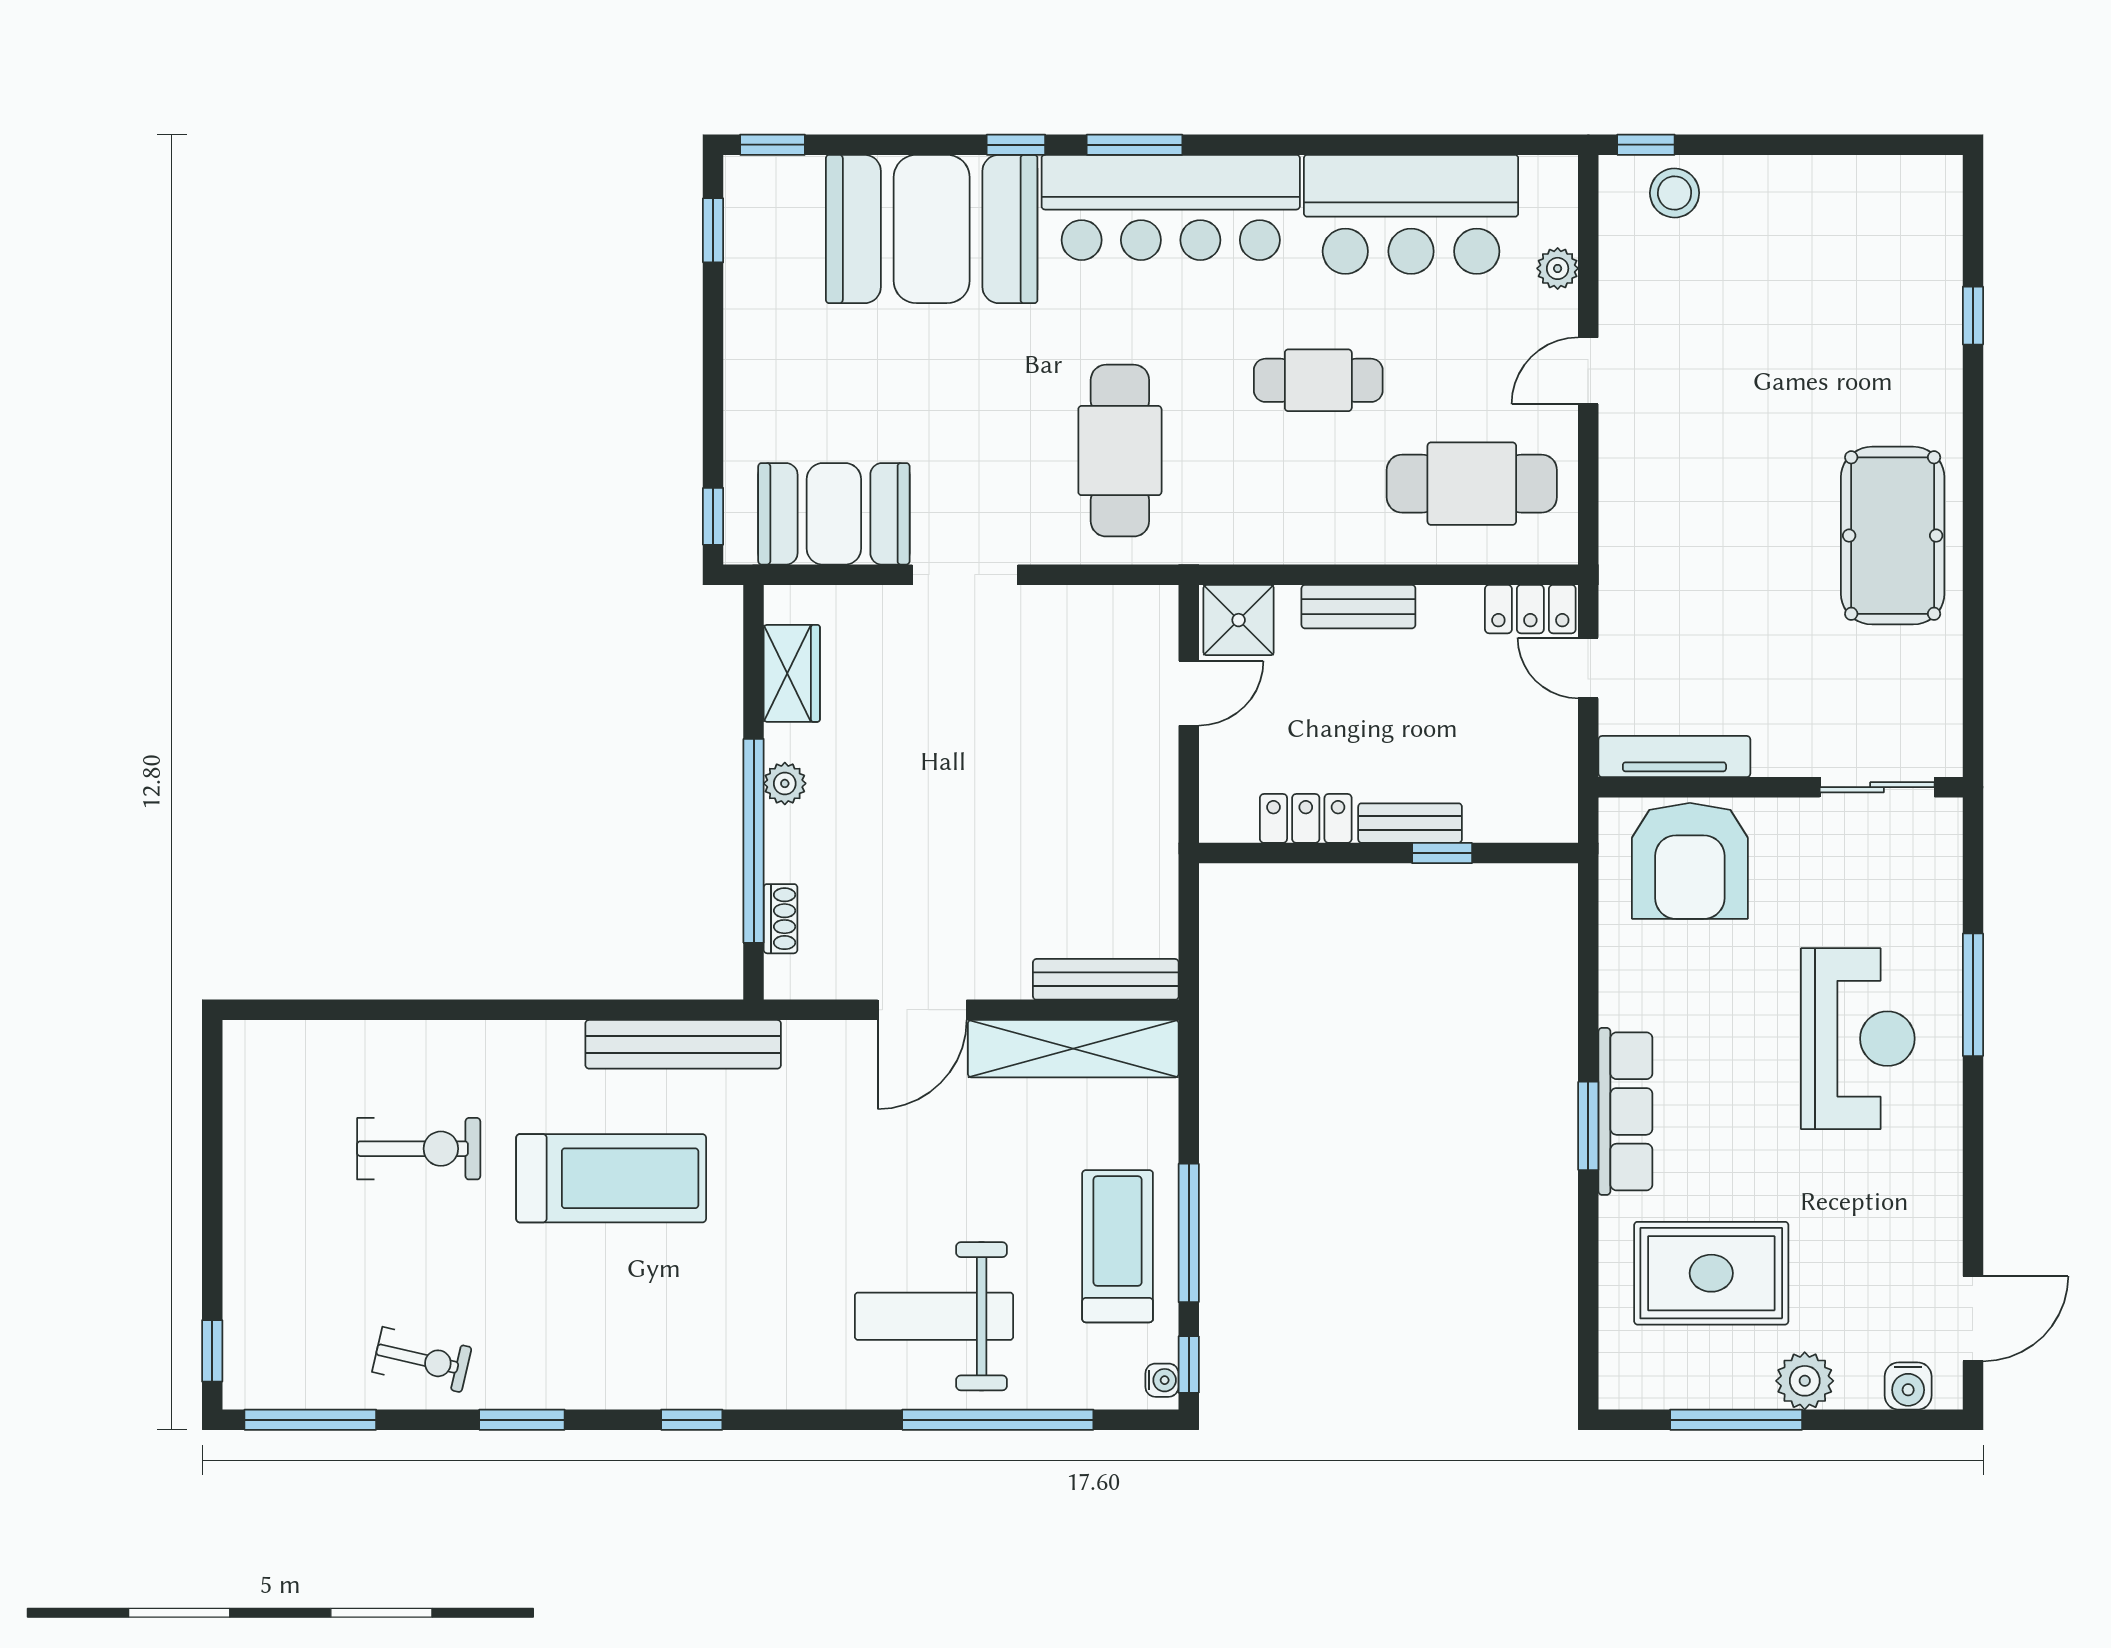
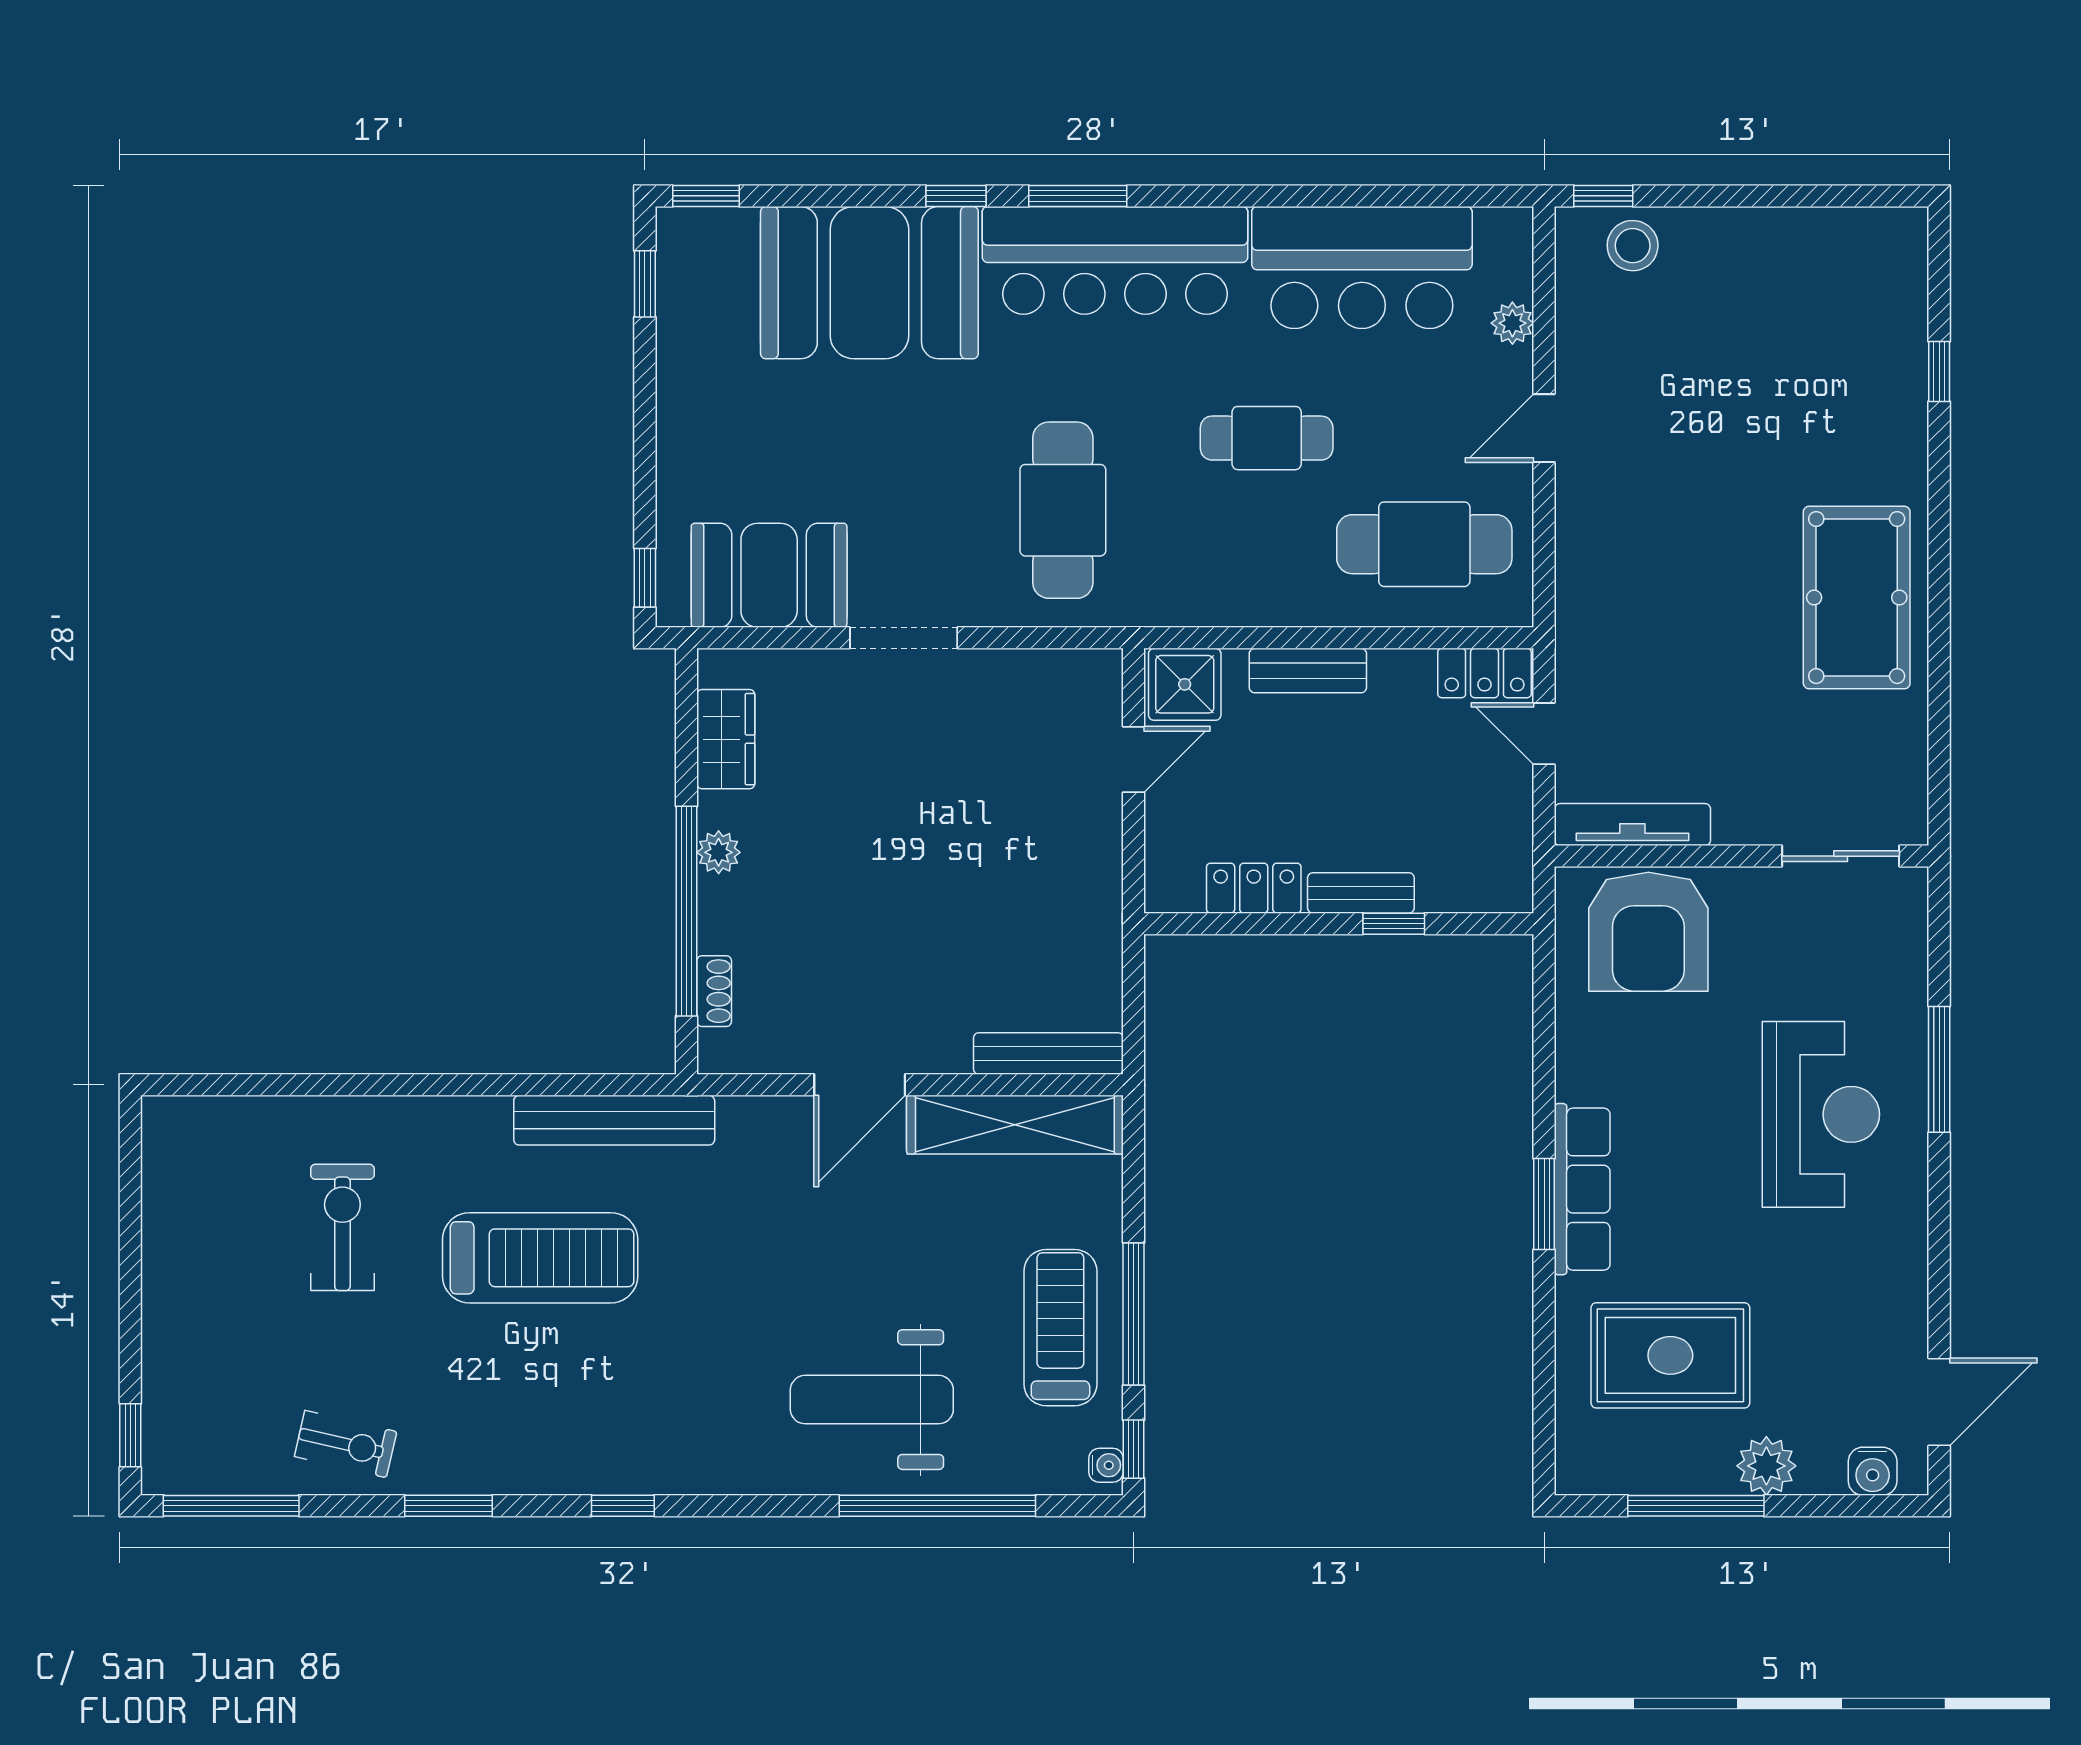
exercise bike: (419, 1149) -> (342, 1227), turned -90

